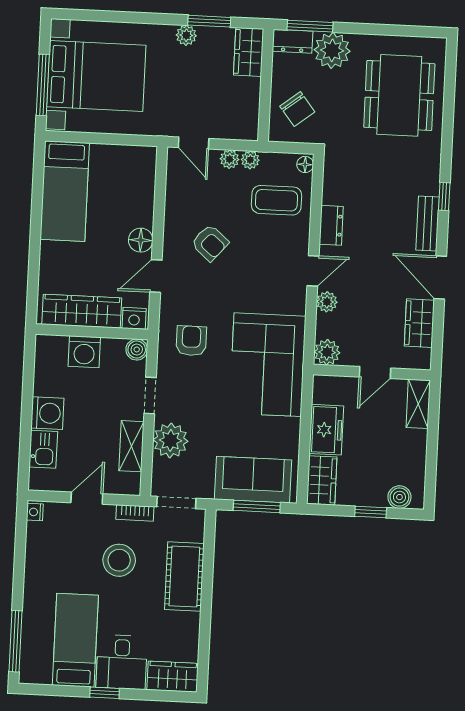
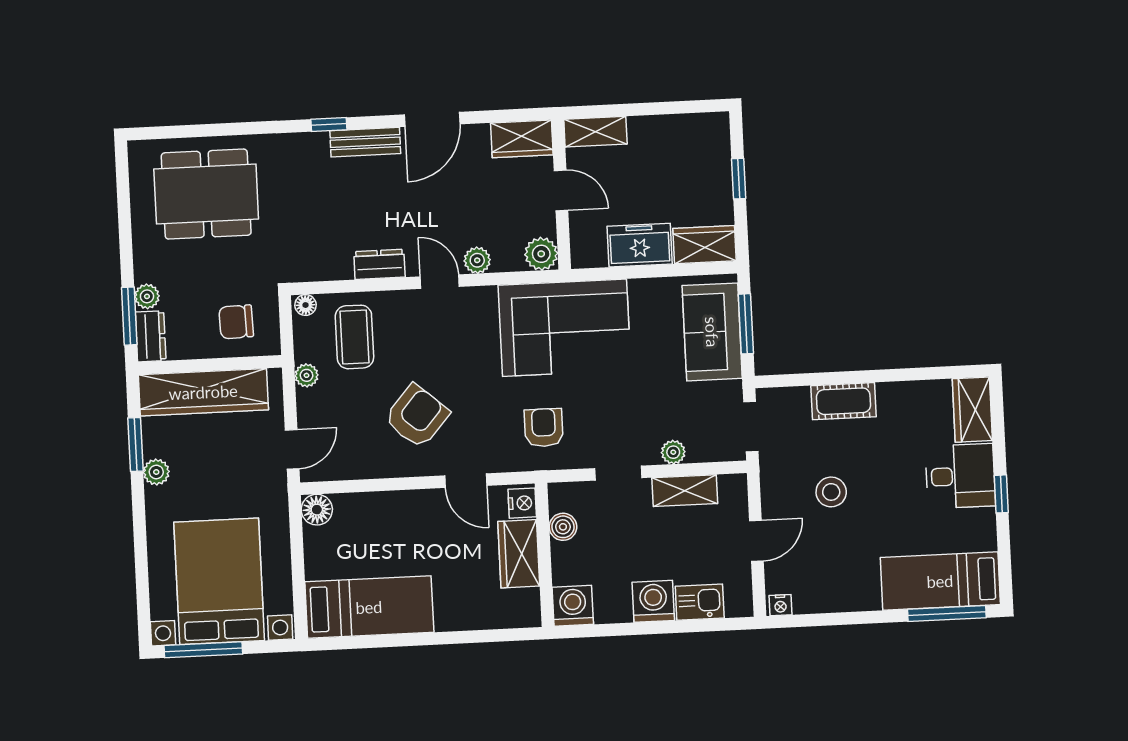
plant: (332, 50) -> (147, 296), width x0.53, depth x0.53
wardrobe: (249, 52) -> (203, 392), width x2.10, depth x1.17
window: (43, 85) -> (203, 650), moved
chair: (297, 109) -> (236, 322), turned -144
plant: (230, 159) -> (308, 402), removed
floor lamp: (141, 240) -> (317, 510), moved
armchair: (210, 243) -> (417, 416), width x1.38, depth x1.38
wardrobe: (82, 311) -> (519, 554), width x0.67
wardrobe: (419, 323) -> (522, 139), moved
armchair: (191, 341) -> (544, 428), turned 90
boiler: (137, 350) -> (563, 527), moved
washing machine: (84, 352) -> (573, 606), moved, turned -90
plant: (170, 440) -> (673, 452), width x0.53, depth x0.53
boiler: (399, 497) -> (716, 144), removed
door: (87, 498) -> (756, 541), swing flipped
bookcase: (135, 513) -> (769, 478), removed
stool: (119, 560) -> (831, 492), width x0.73, depth x0.73
cot: (184, 576) -> (843, 401), width x0.73, depth x0.75
bed: (75, 640) -> (940, 581), moved

